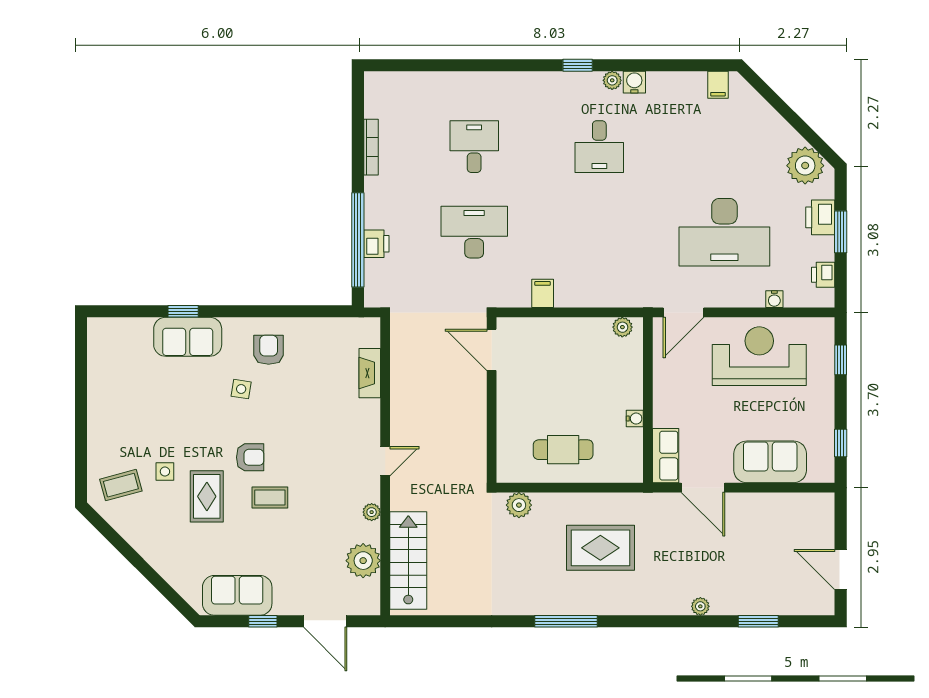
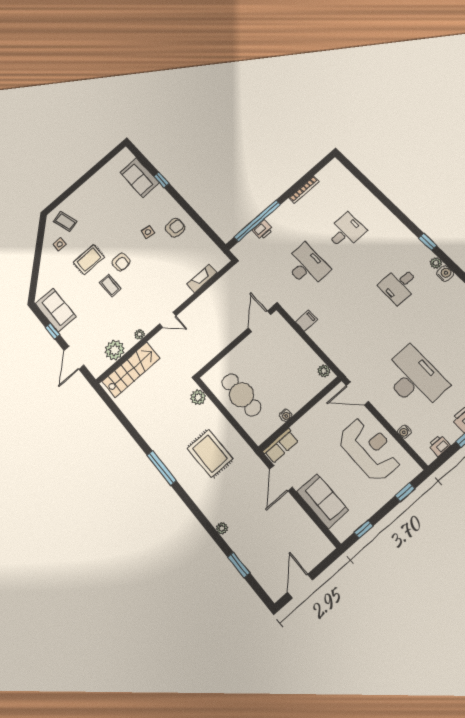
desk: (724, 232) -> (414, 378), turned 180
sofa: (188, 337) -> (140, 178), moved
cafe table: (563, 450) -> (241, 395), width x1.37, depth x1.35
side table: (165, 472) -> (60, 244), moved

